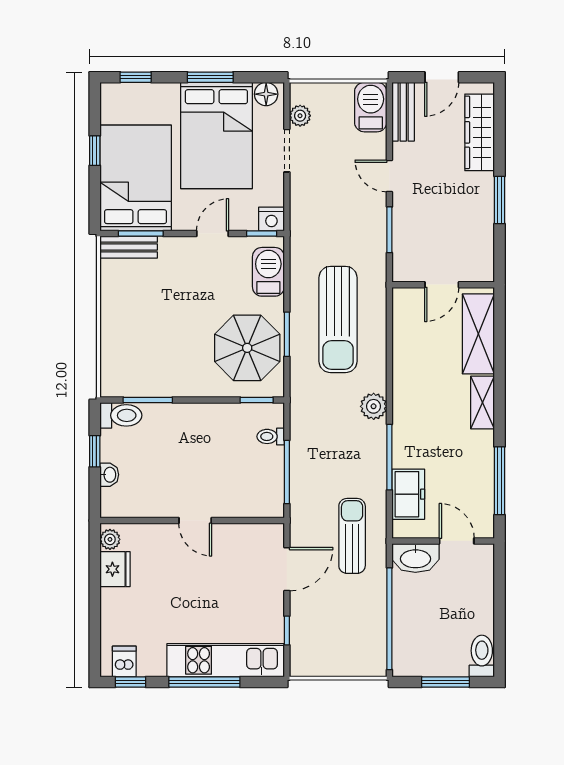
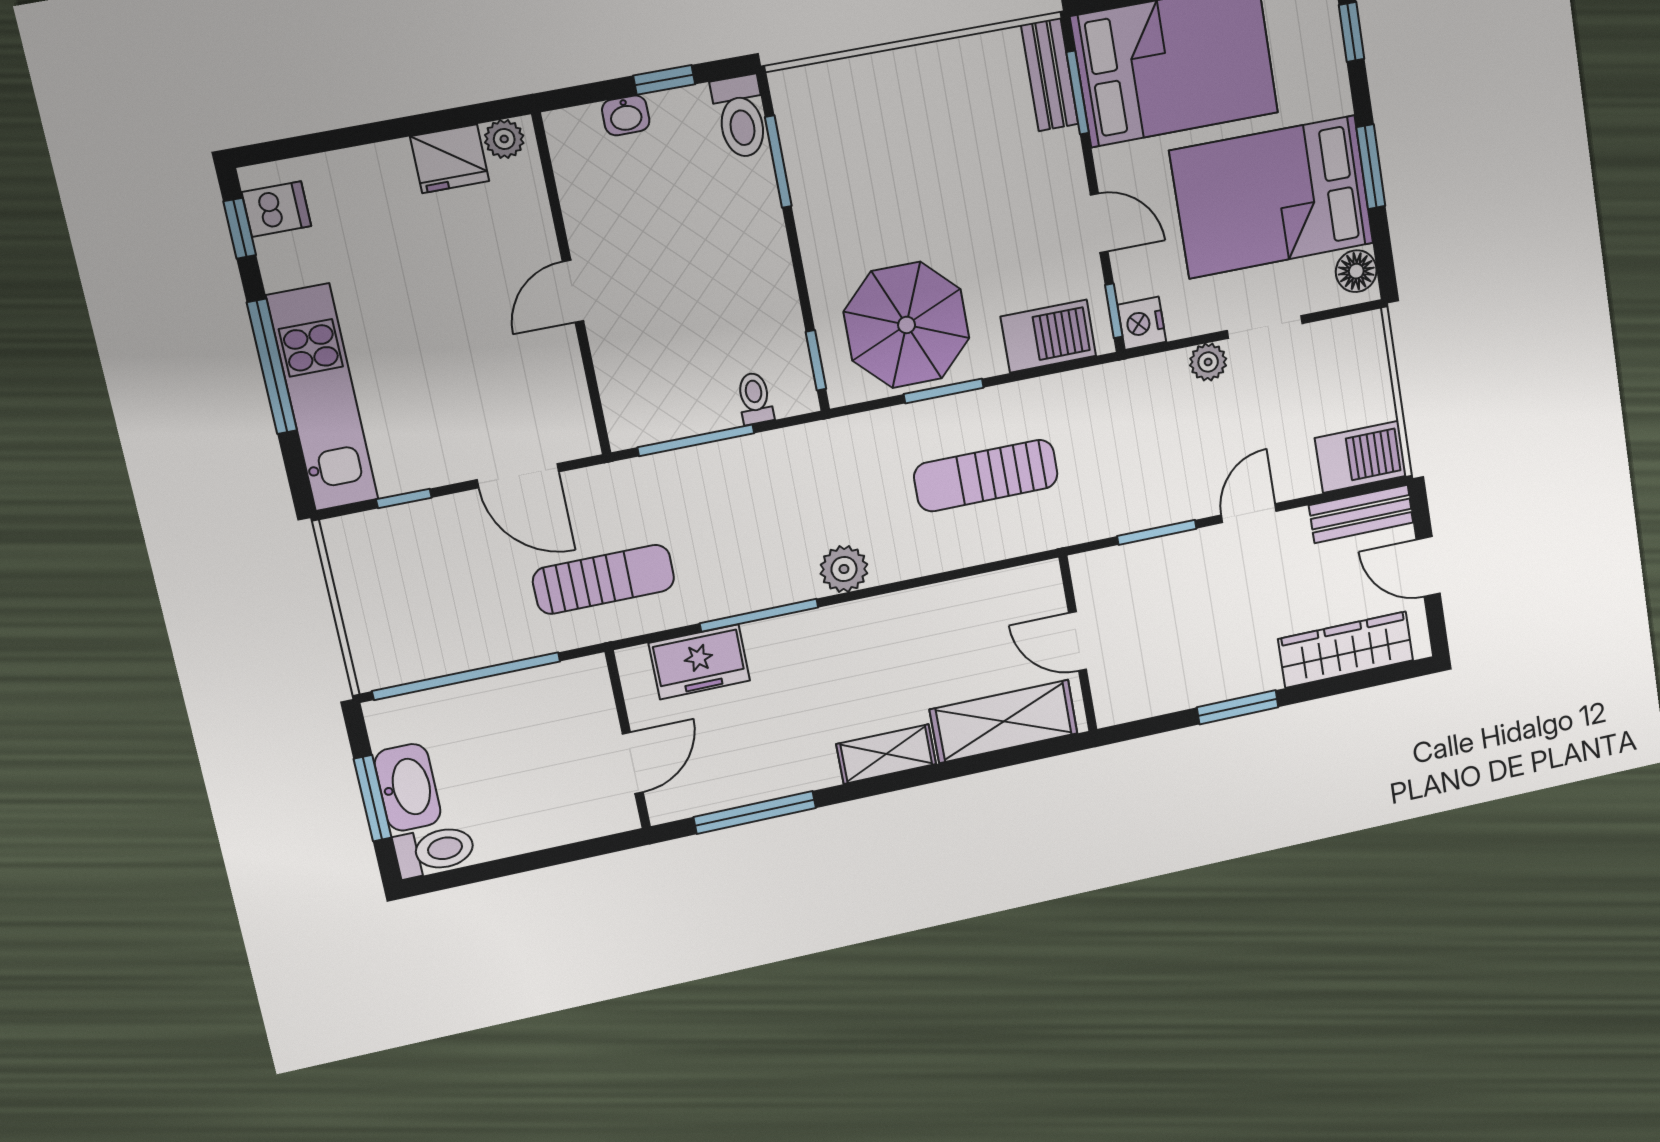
plant: (300, 116) -> (1208, 362), moved
sun lounger: (338, 319) -> (986, 476), width x0.73, depth x0.75
washbasin: (415, 558) -> (408, 787), moved, turned 180

